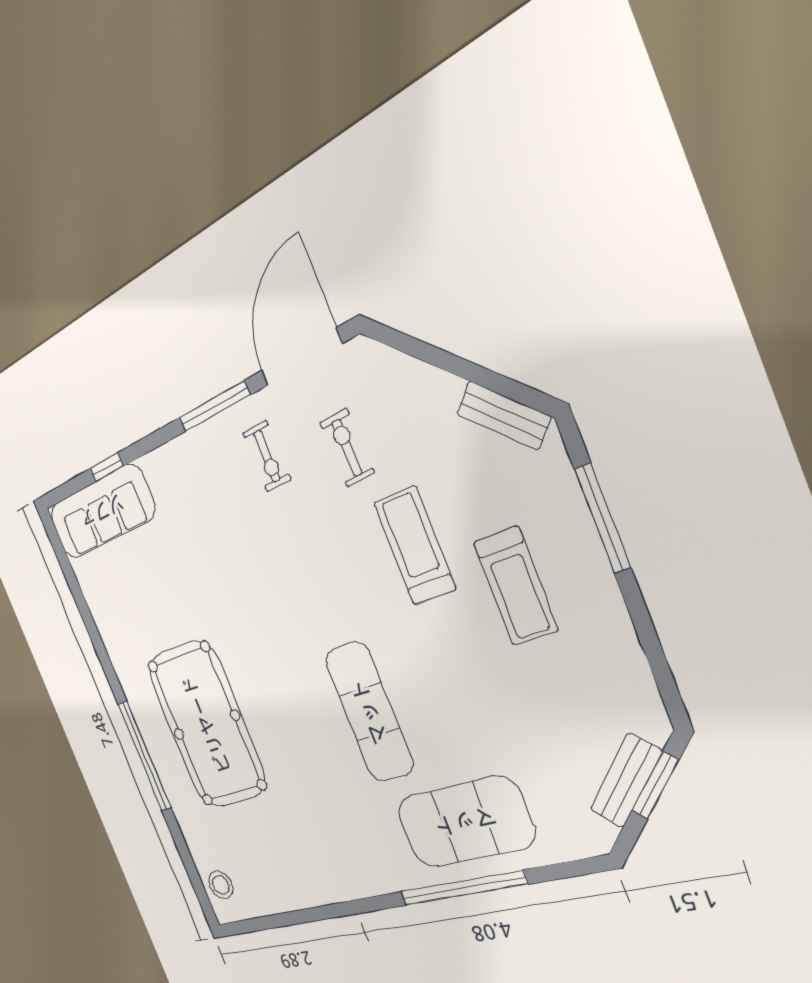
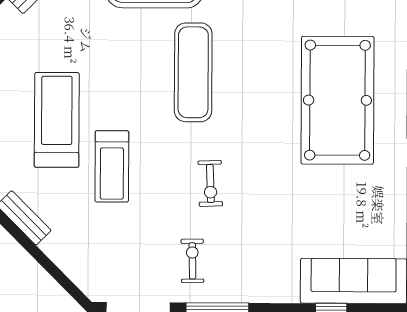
exercise bike: (347, 448) -> (210, 183), moved
treadmill: (516, 586) -> (57, 120), width x1.37, depth x1.38

